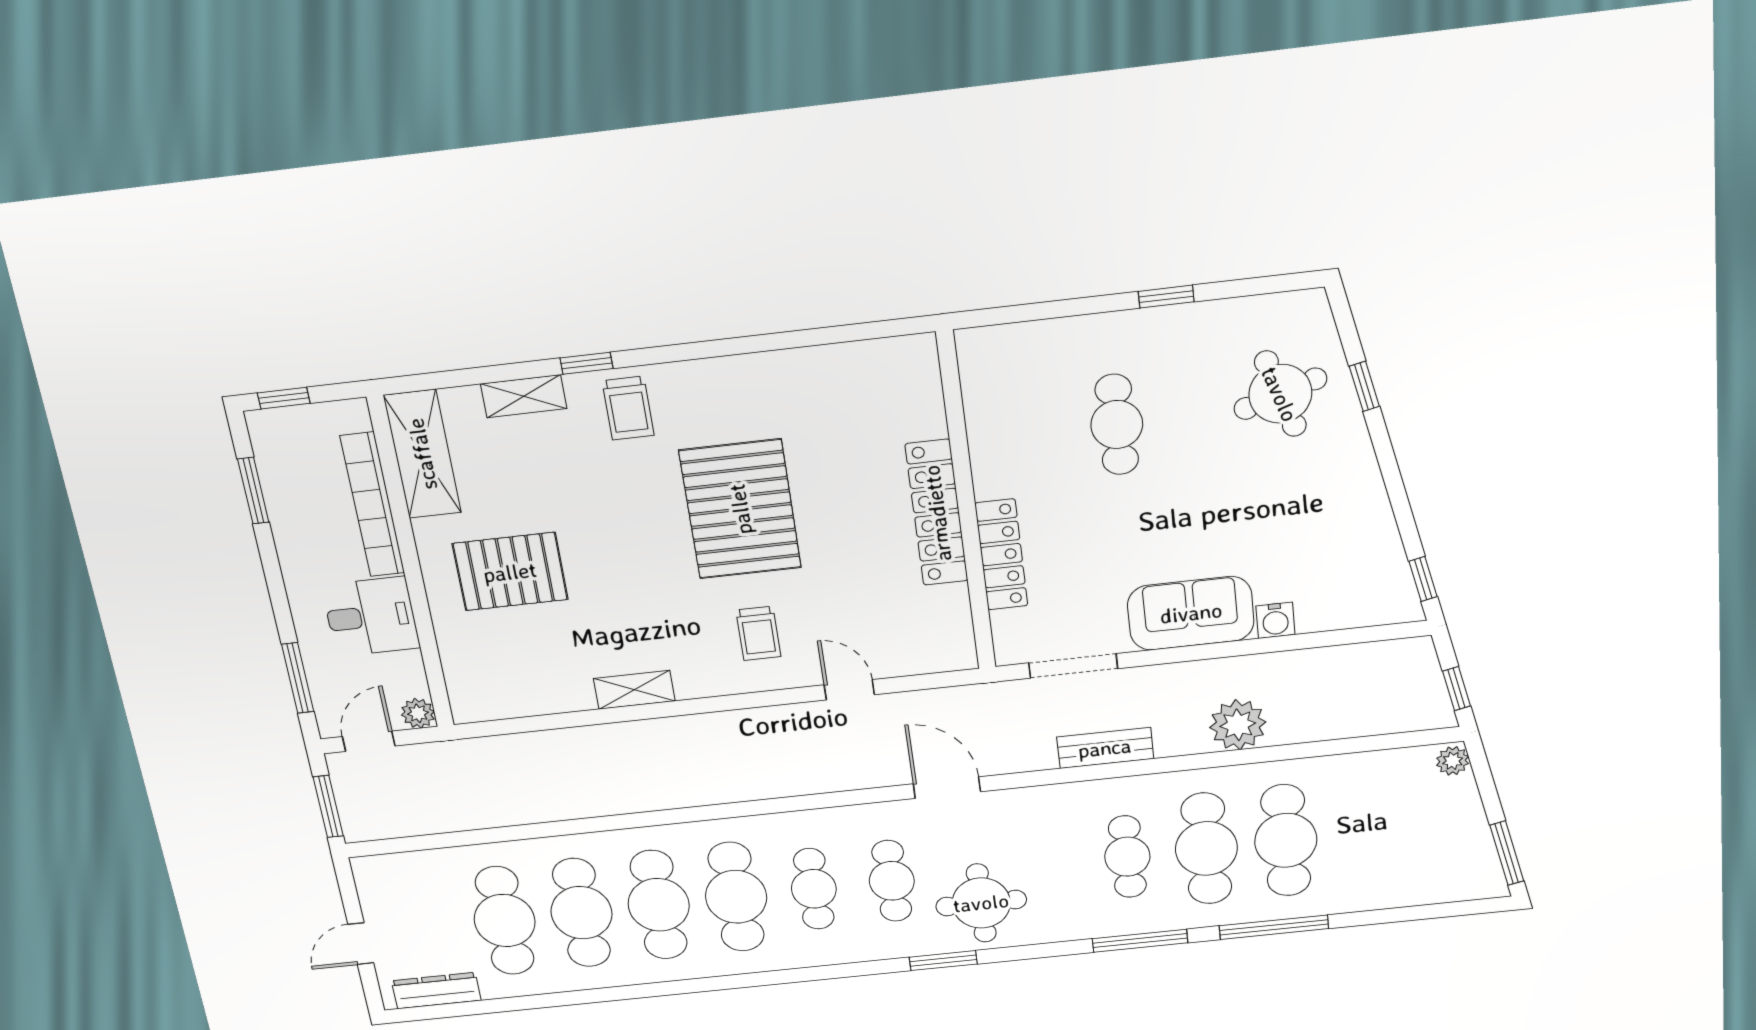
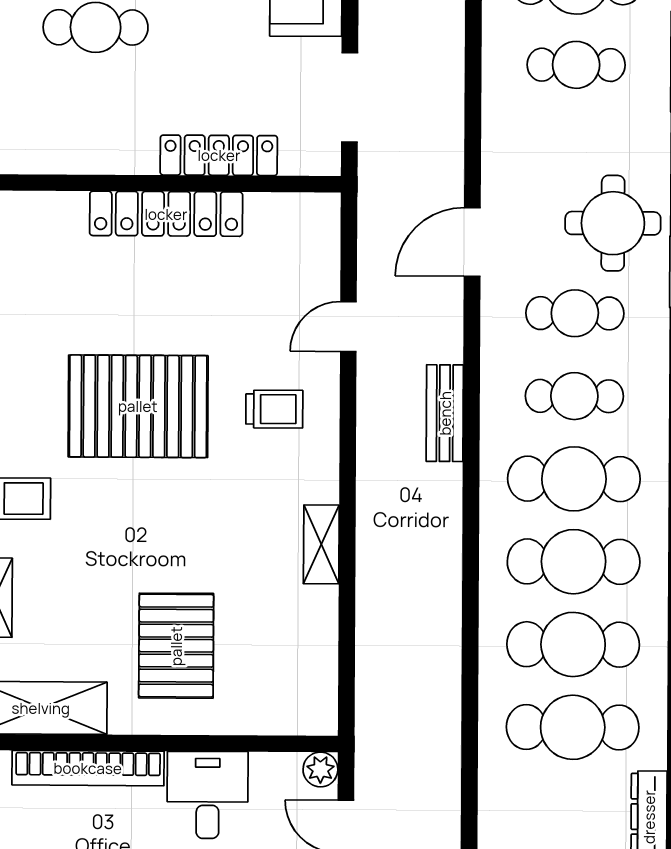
bench: (1105, 748) -> (445, 413), moved

